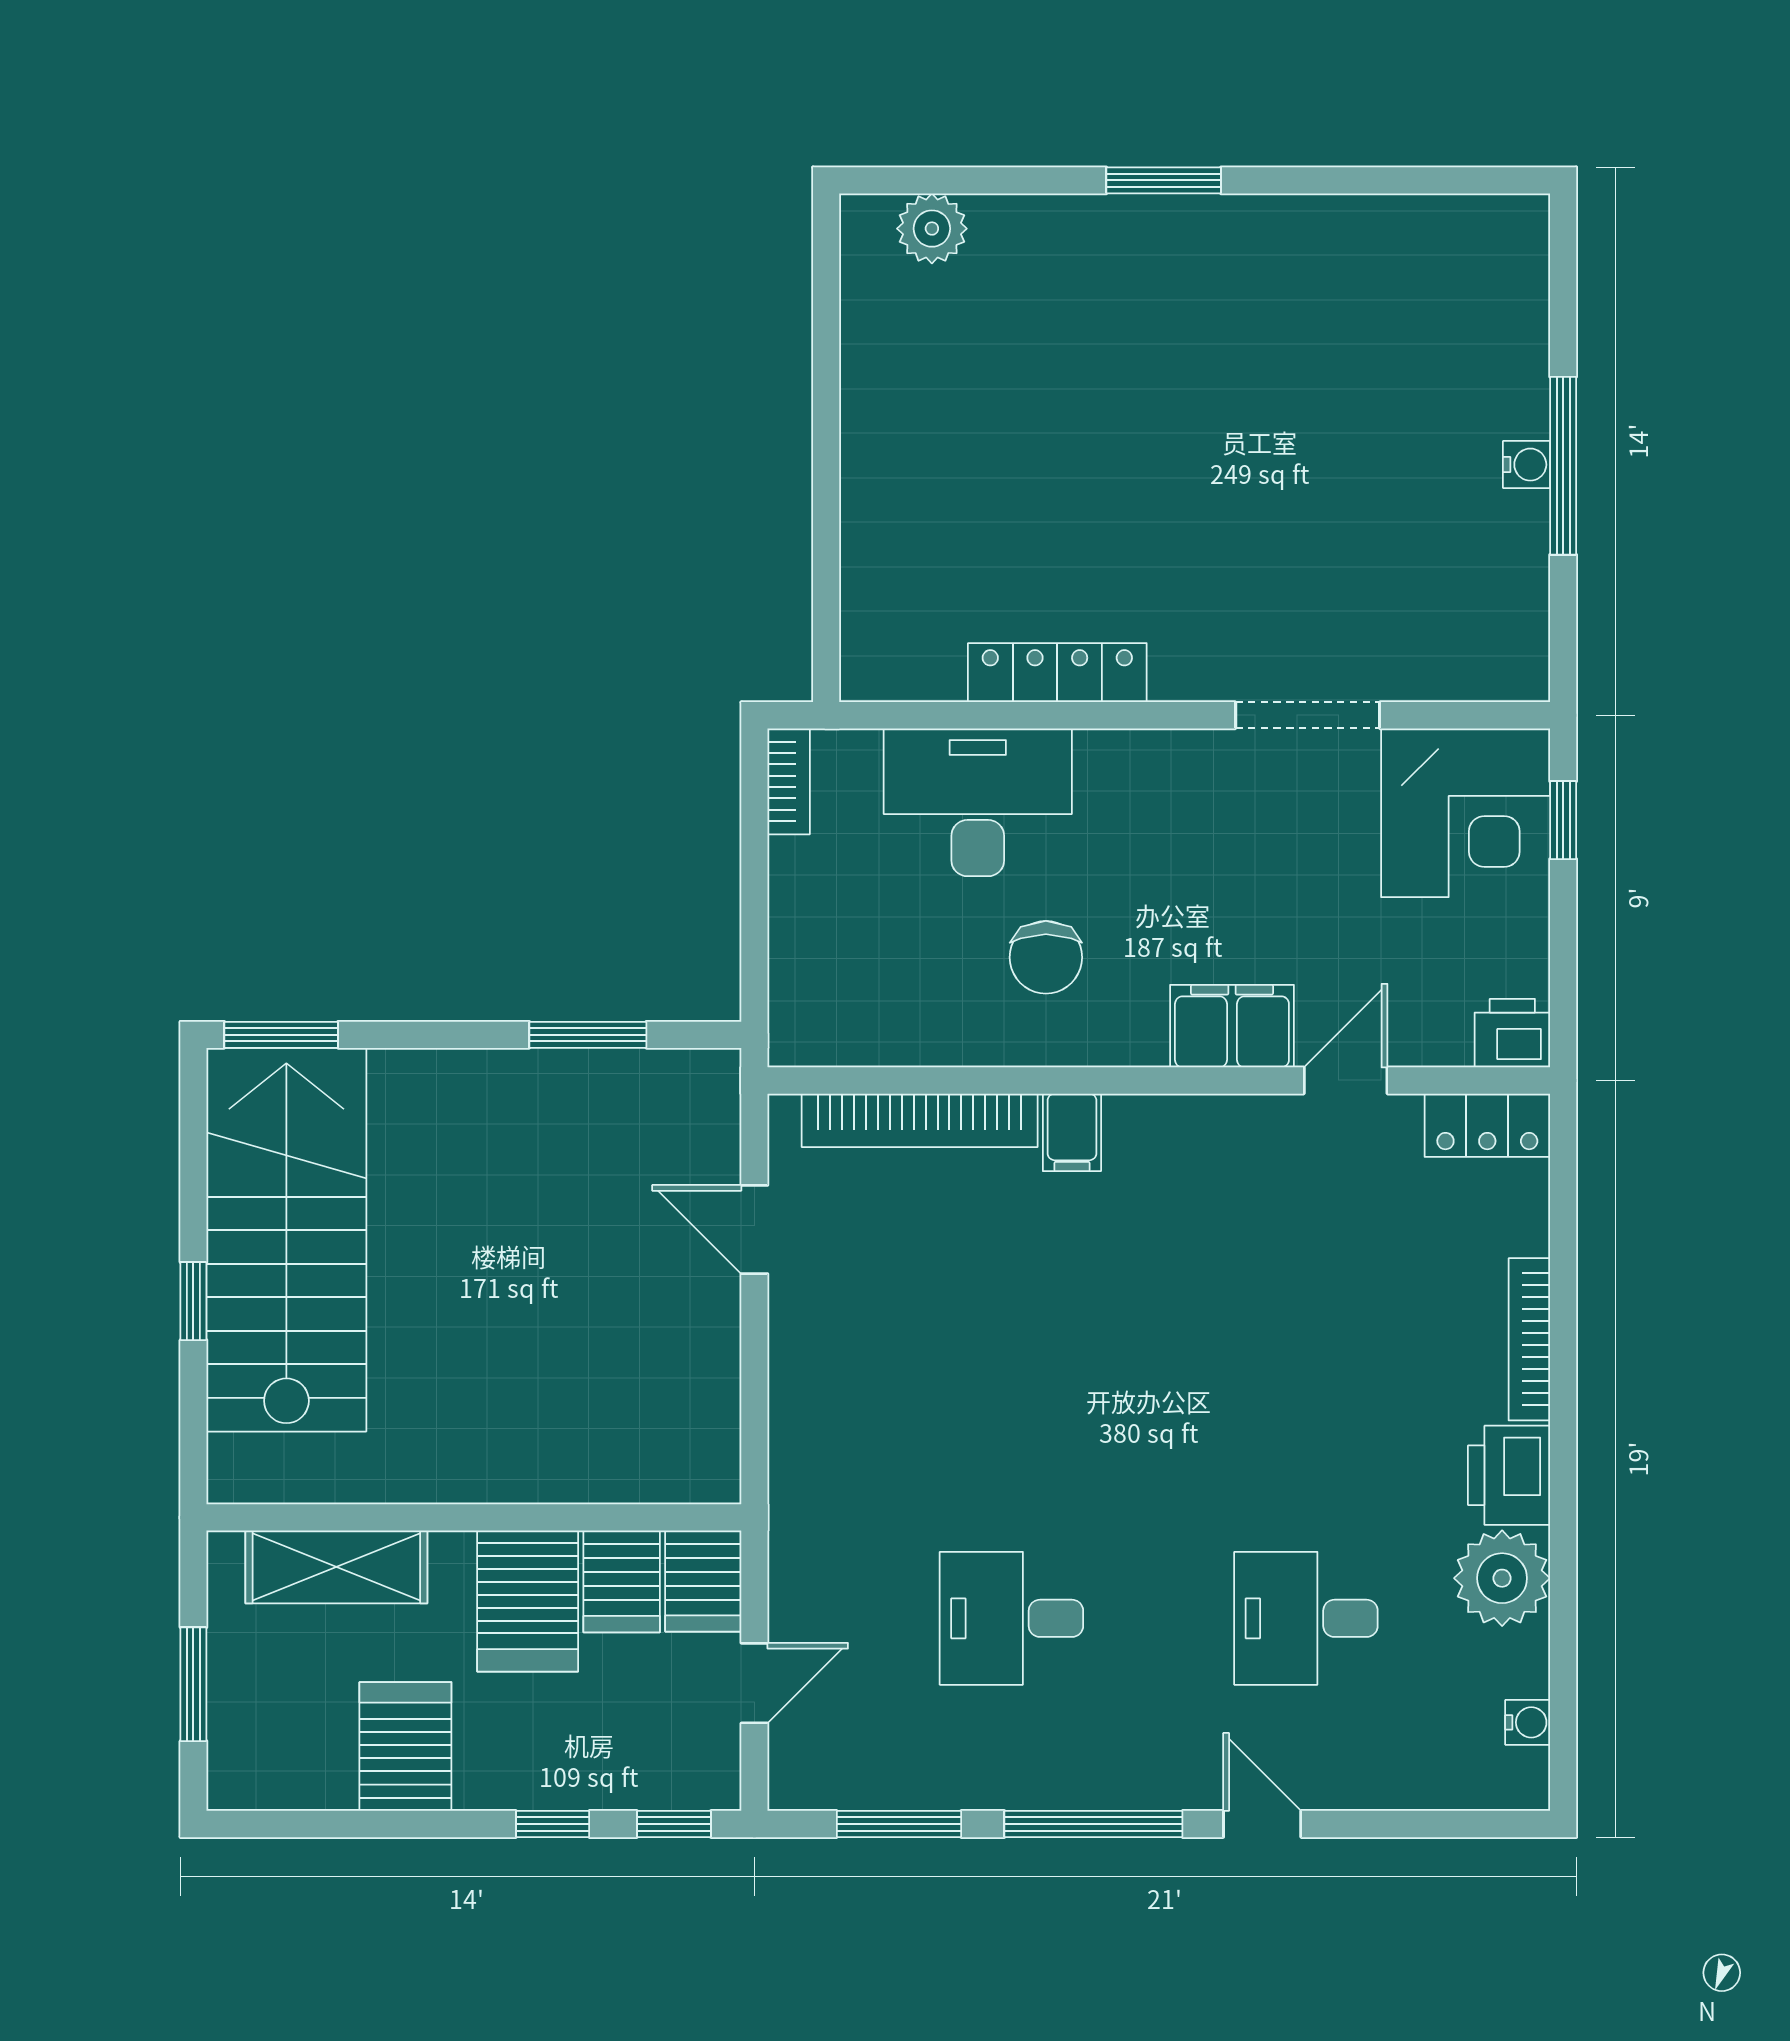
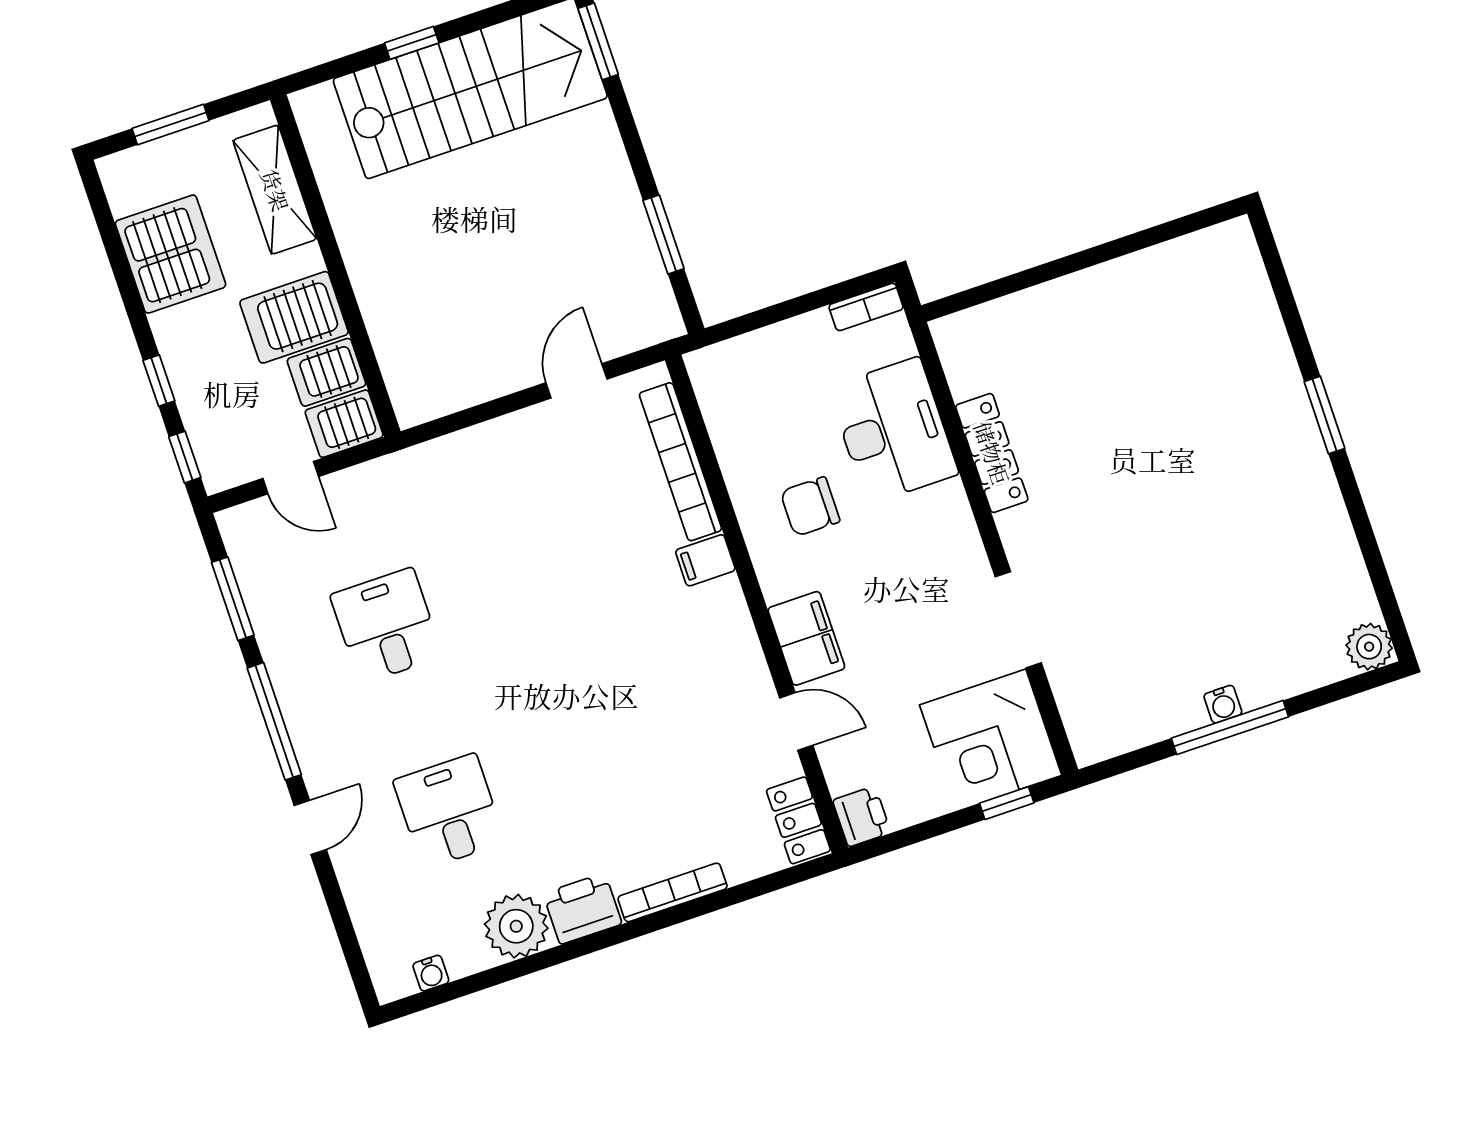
plant: (932, 229) -> (1369, 647), moved
server rack: (405, 1747) -> (170, 254), width x1.60

